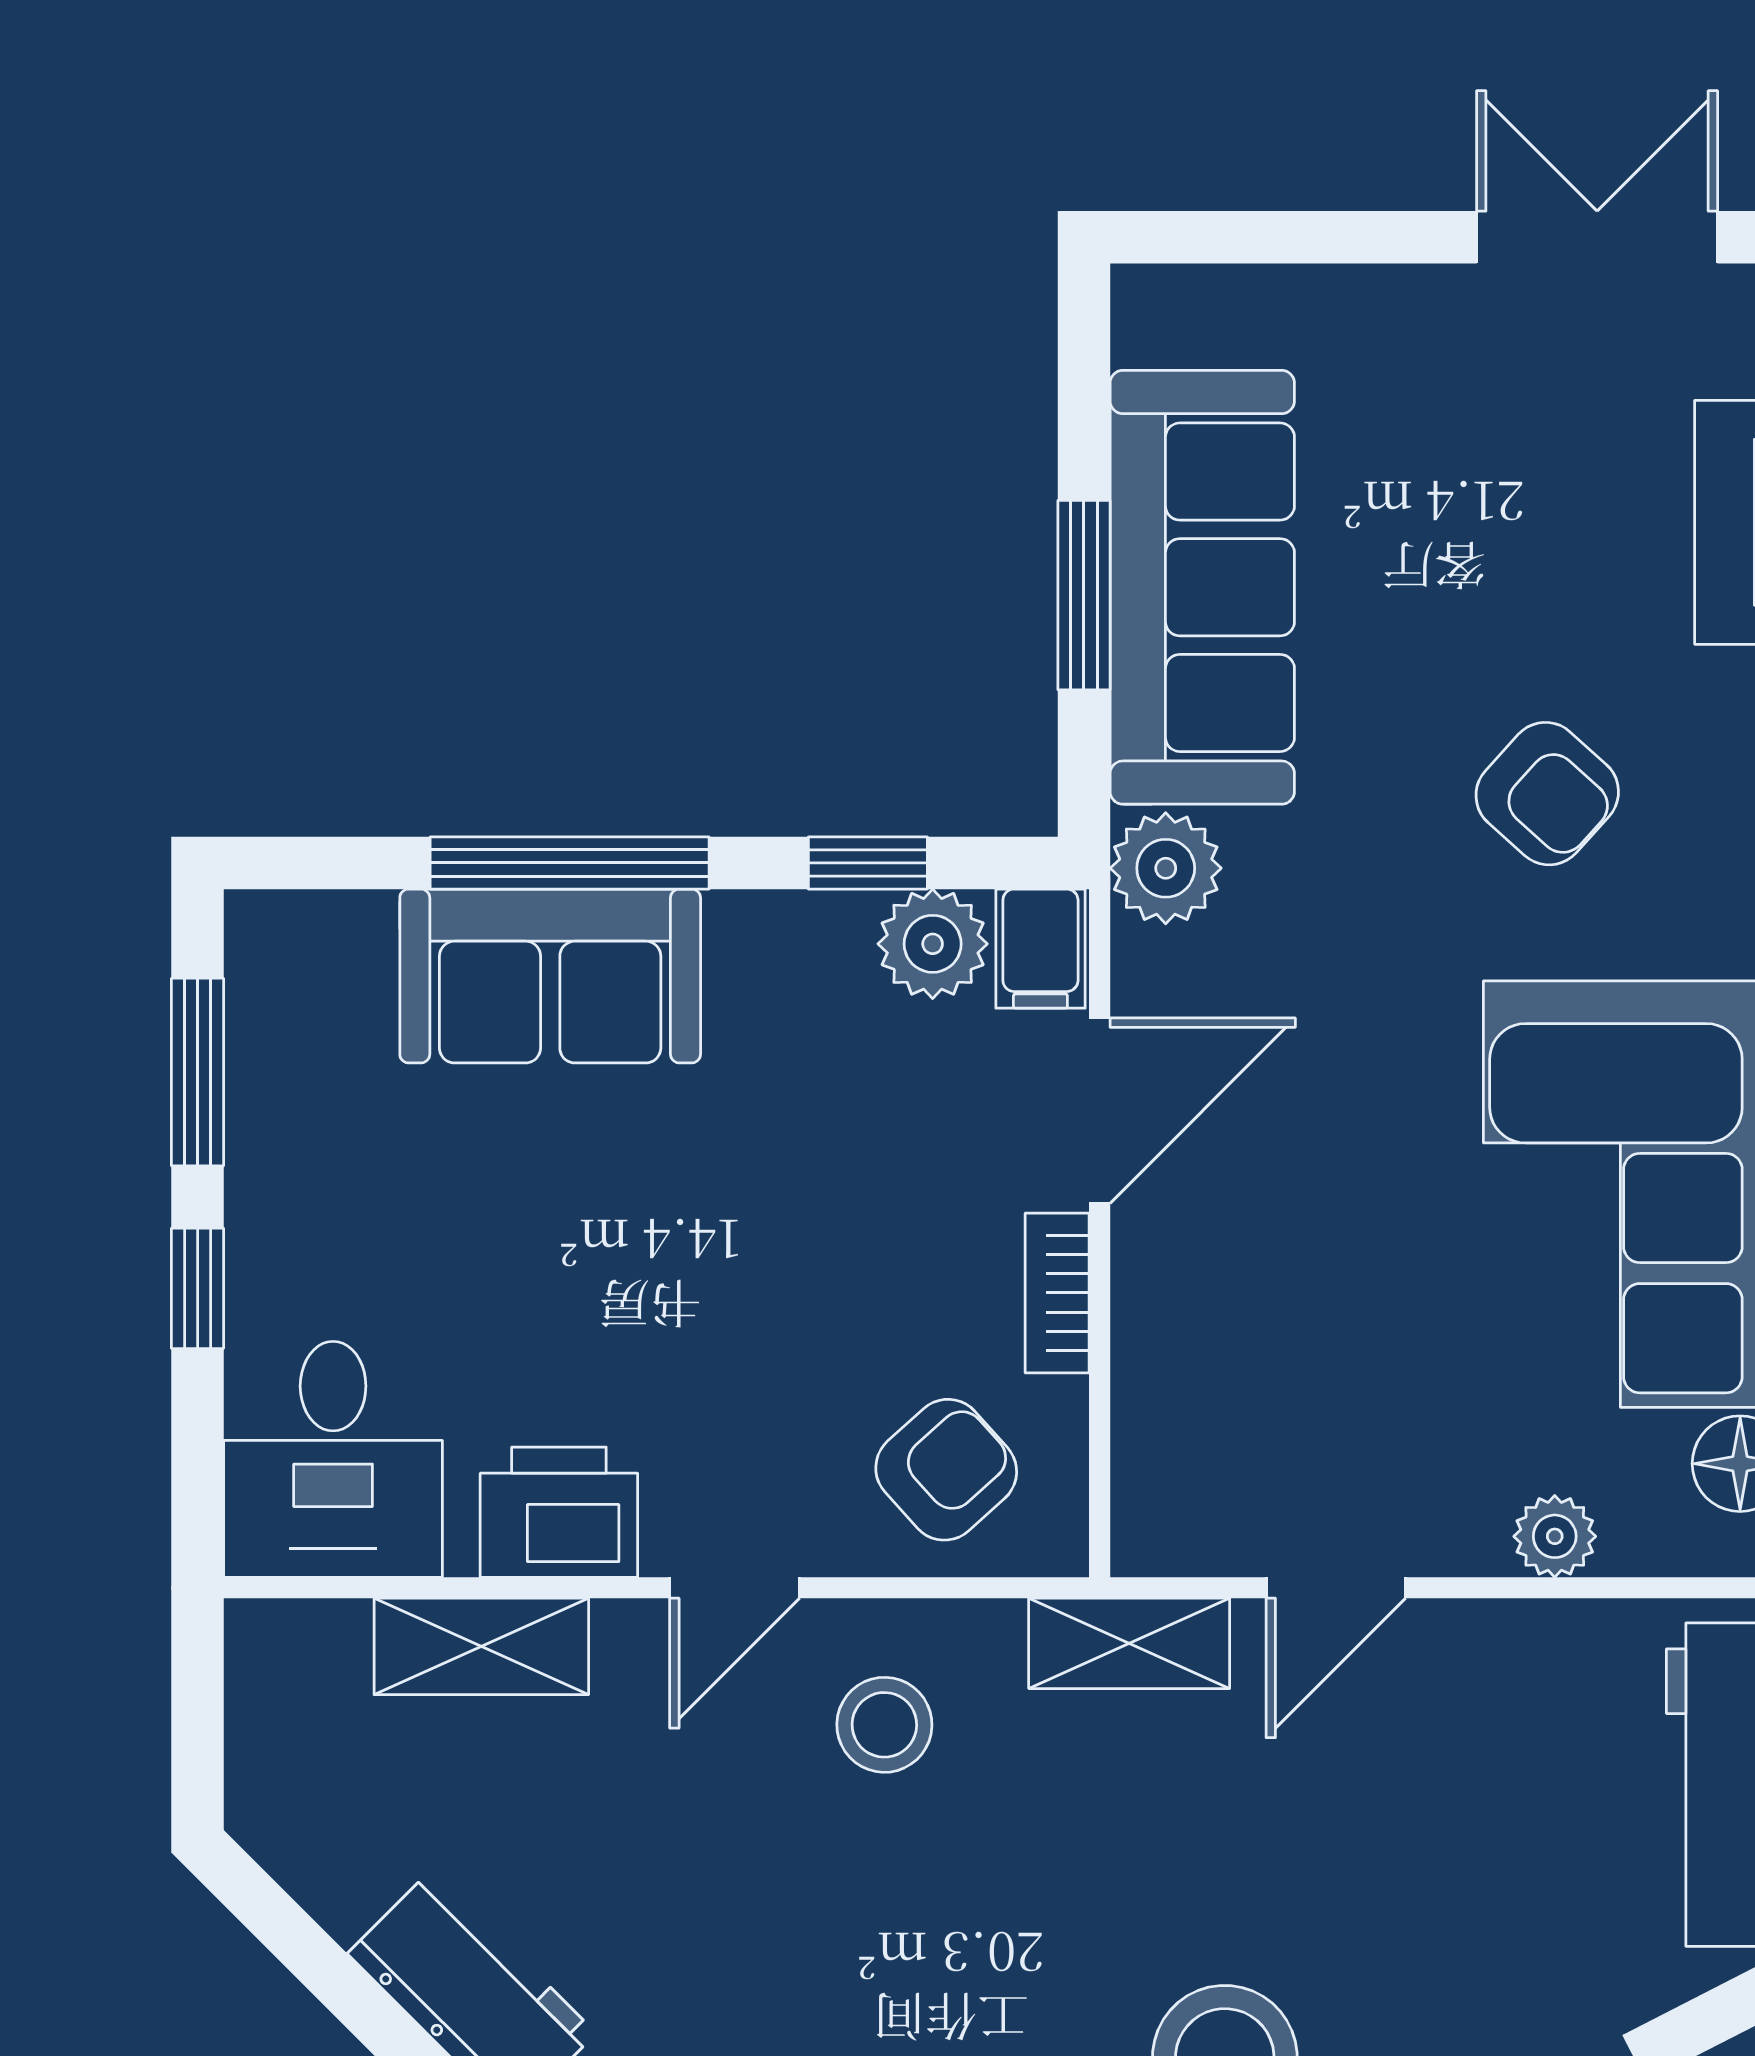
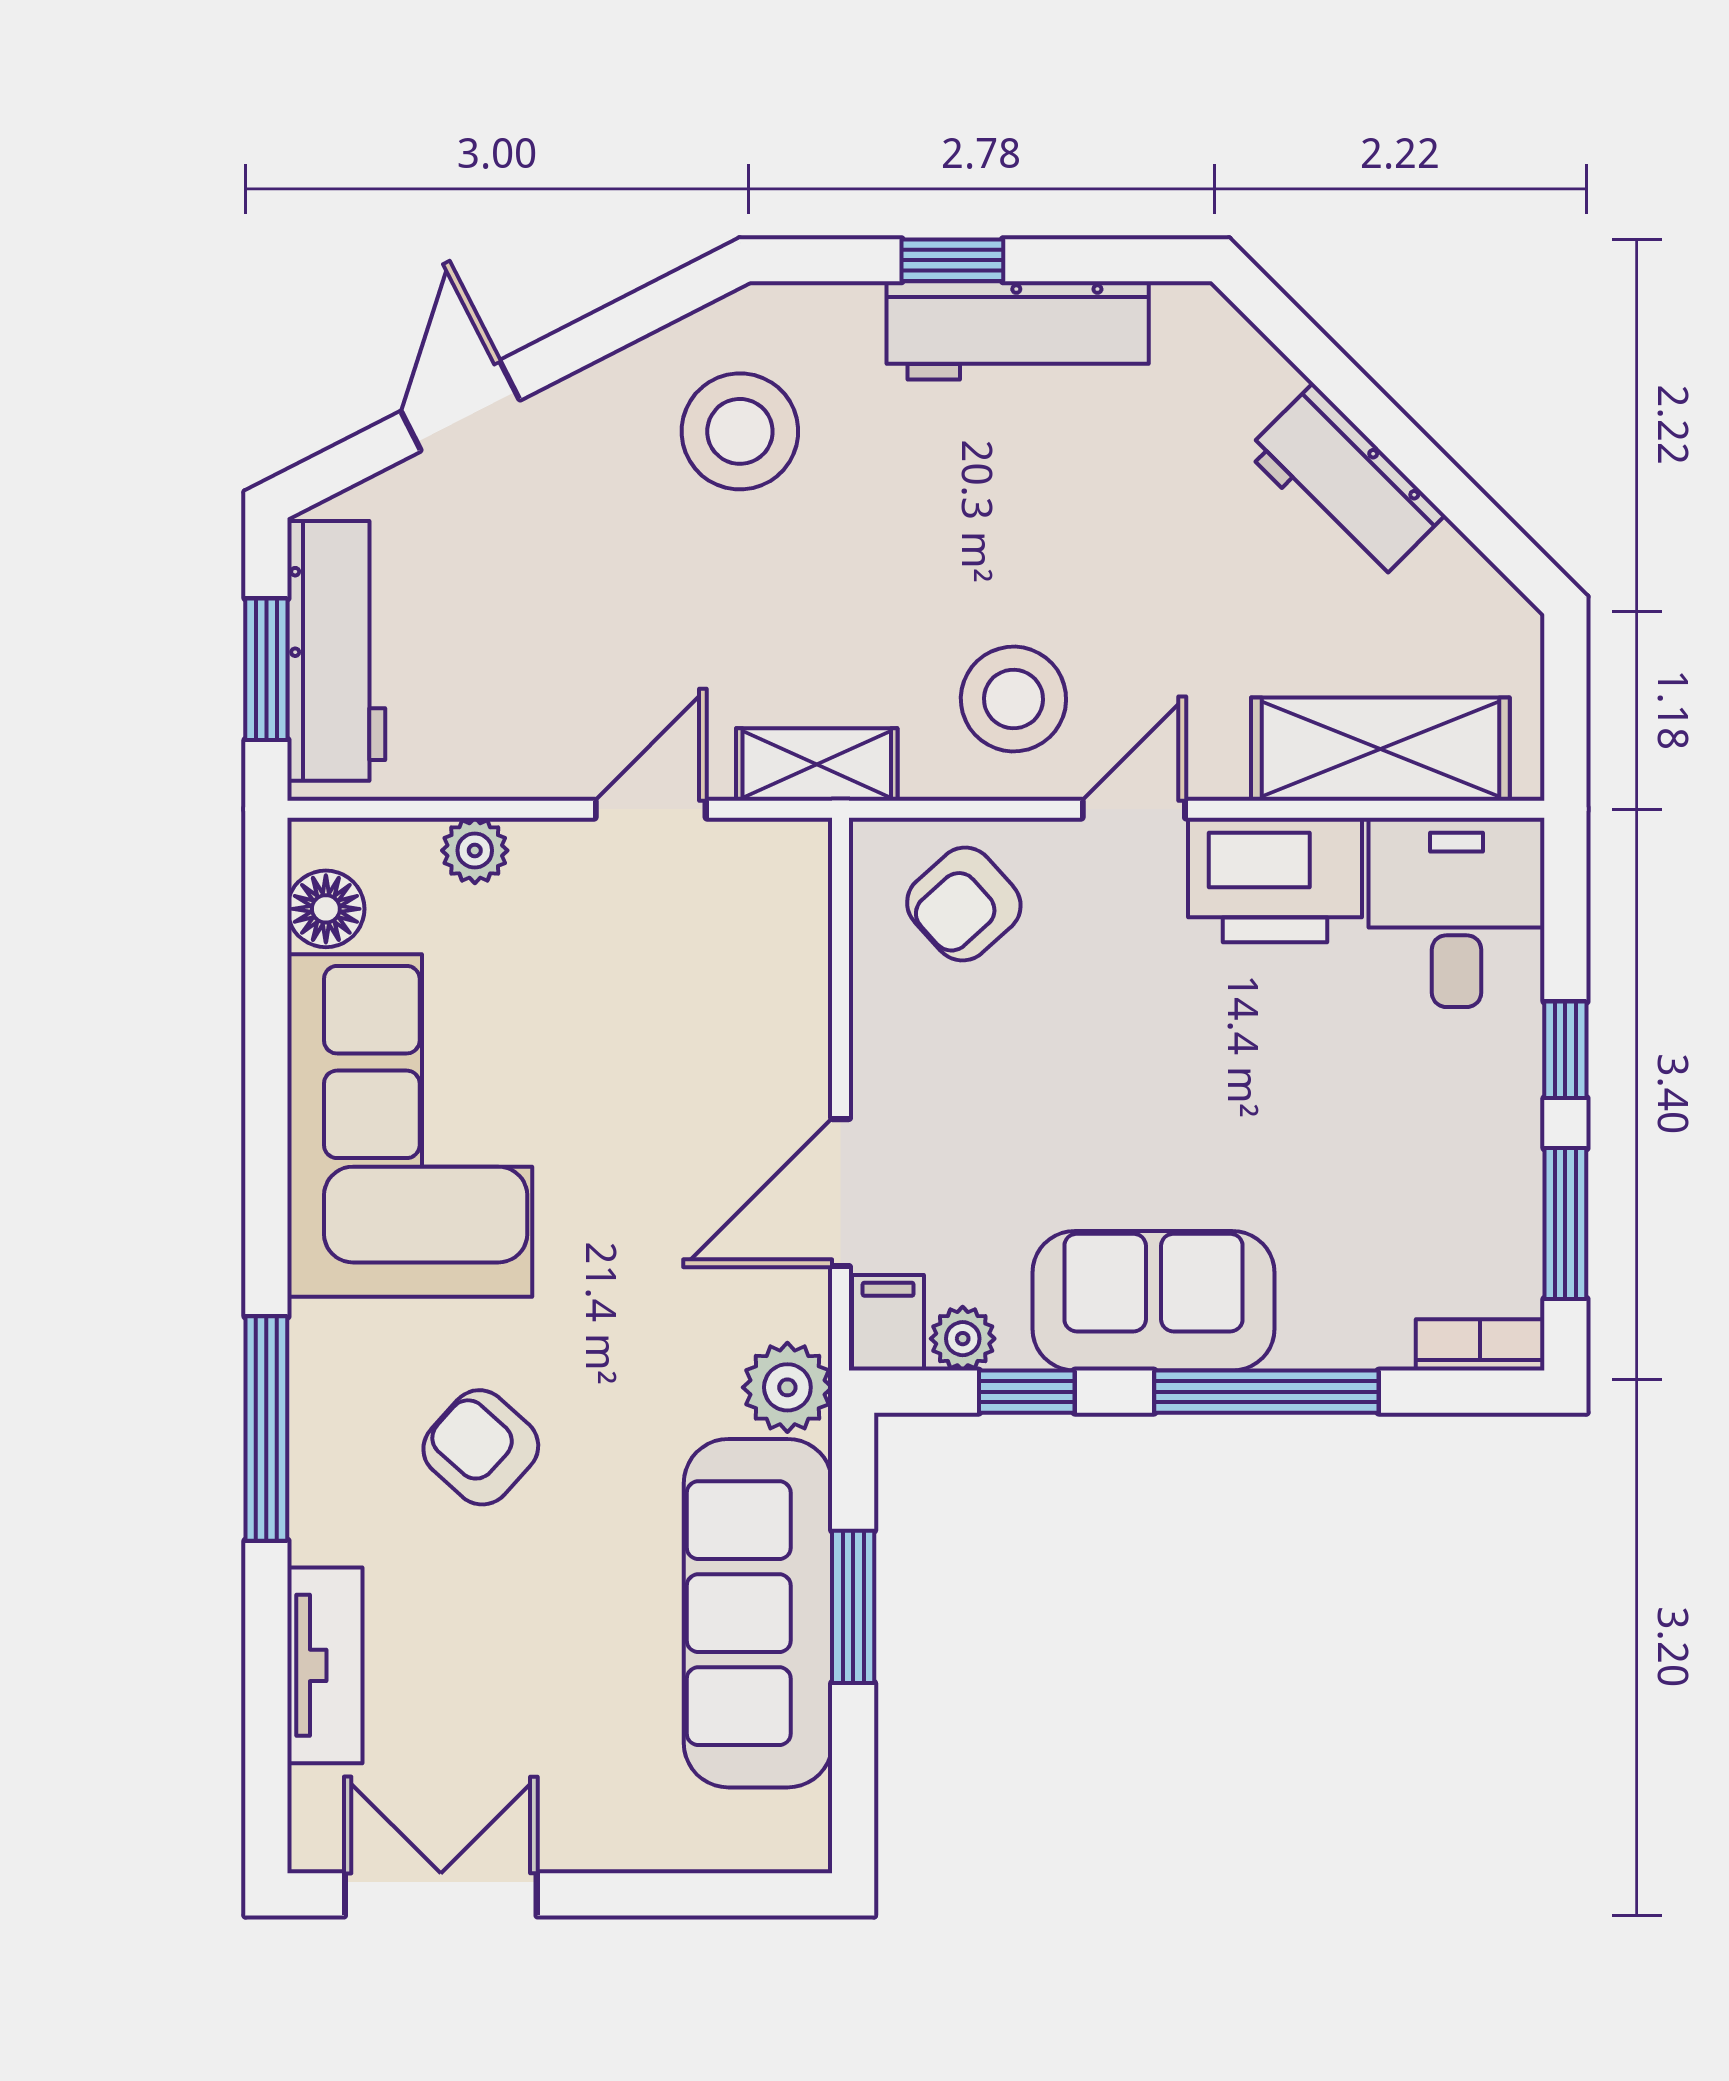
double door: (1597, 237) -> (441, 1894), swing flipped
plant: (933, 944) -> (963, 1339), width x0.73, depth x0.73
sofa: (550, 976) -> (1154, 1301), moved
bookcase: (1057, 1293) -> (1480, 1345), moved, turned -90
printer: (559, 1512) -> (1275, 880), width x1.37, depth x1.19
shelving: (481, 1646) -> (1380, 749), width x1.50, depth x1.33
stool: (884, 1725) -> (1013, 699), width x1.38, depth x1.38

